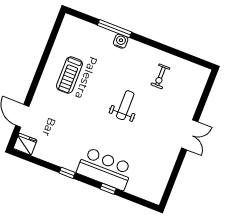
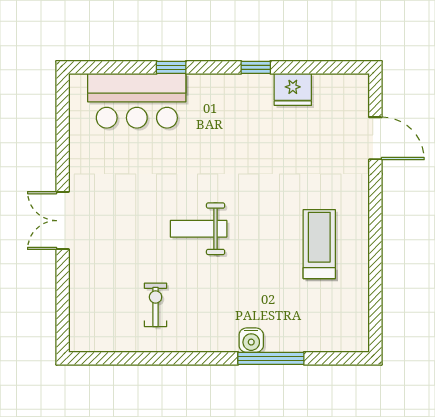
weight bench: (125, 105) -> (199, 229), turned 90
fridge: (25, 144) -> (293, 89), moved
bar counter: (105, 169) -> (137, 101), moved

